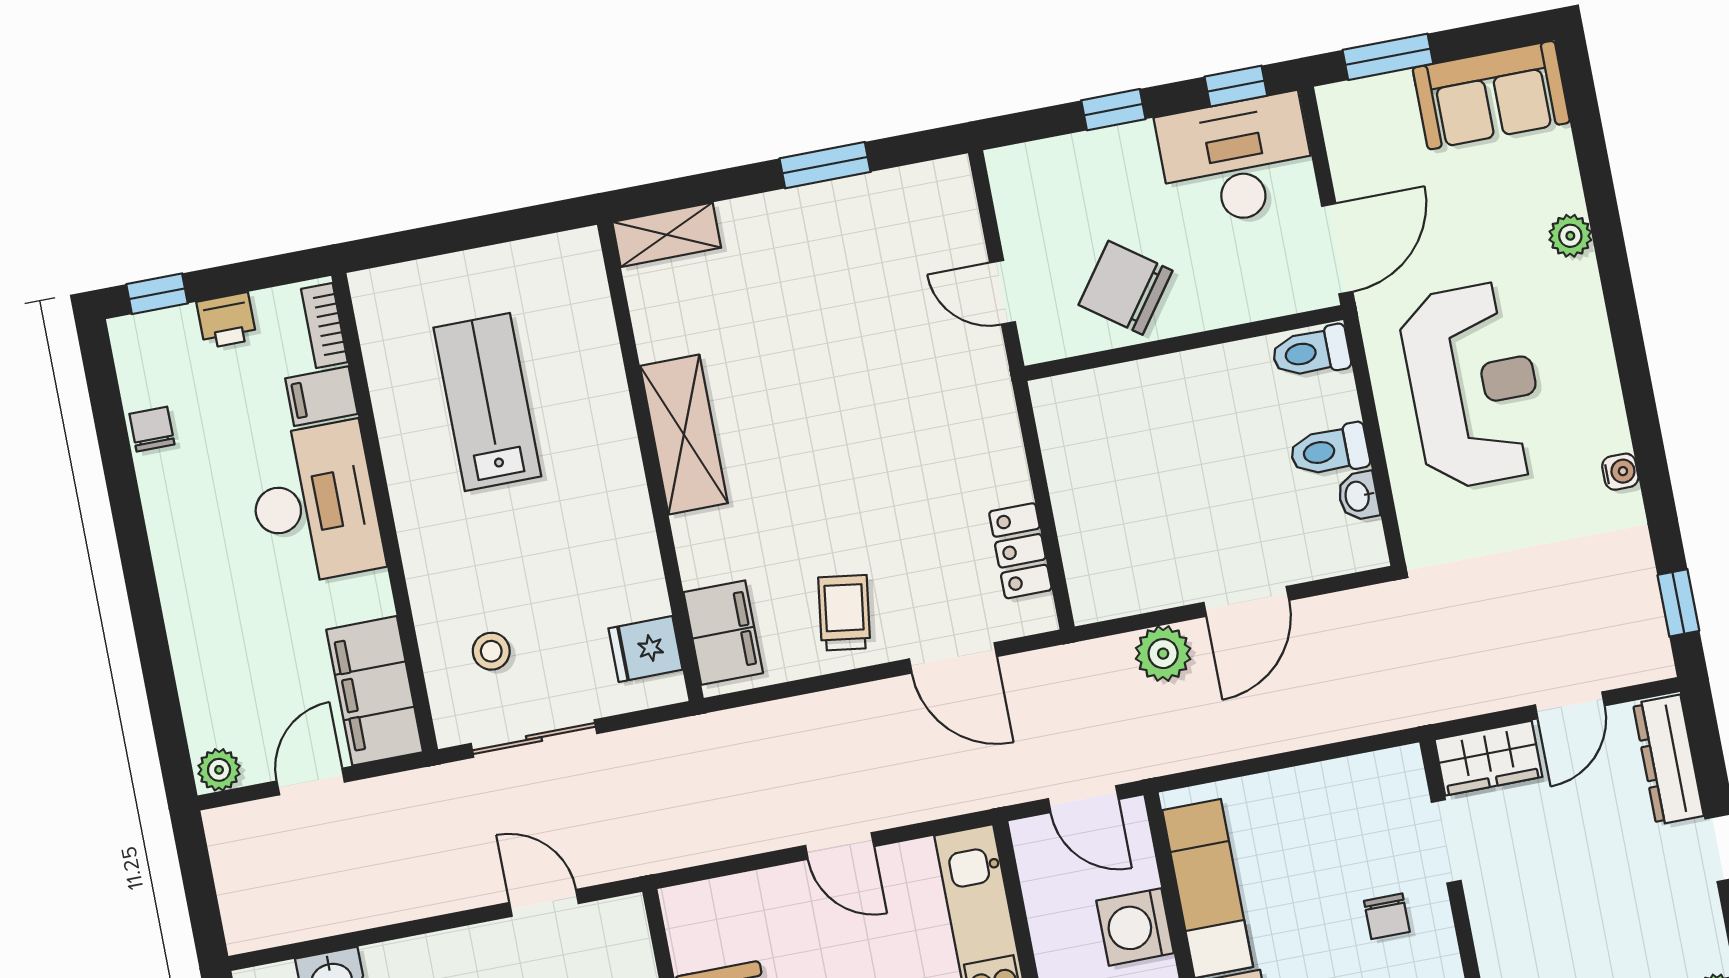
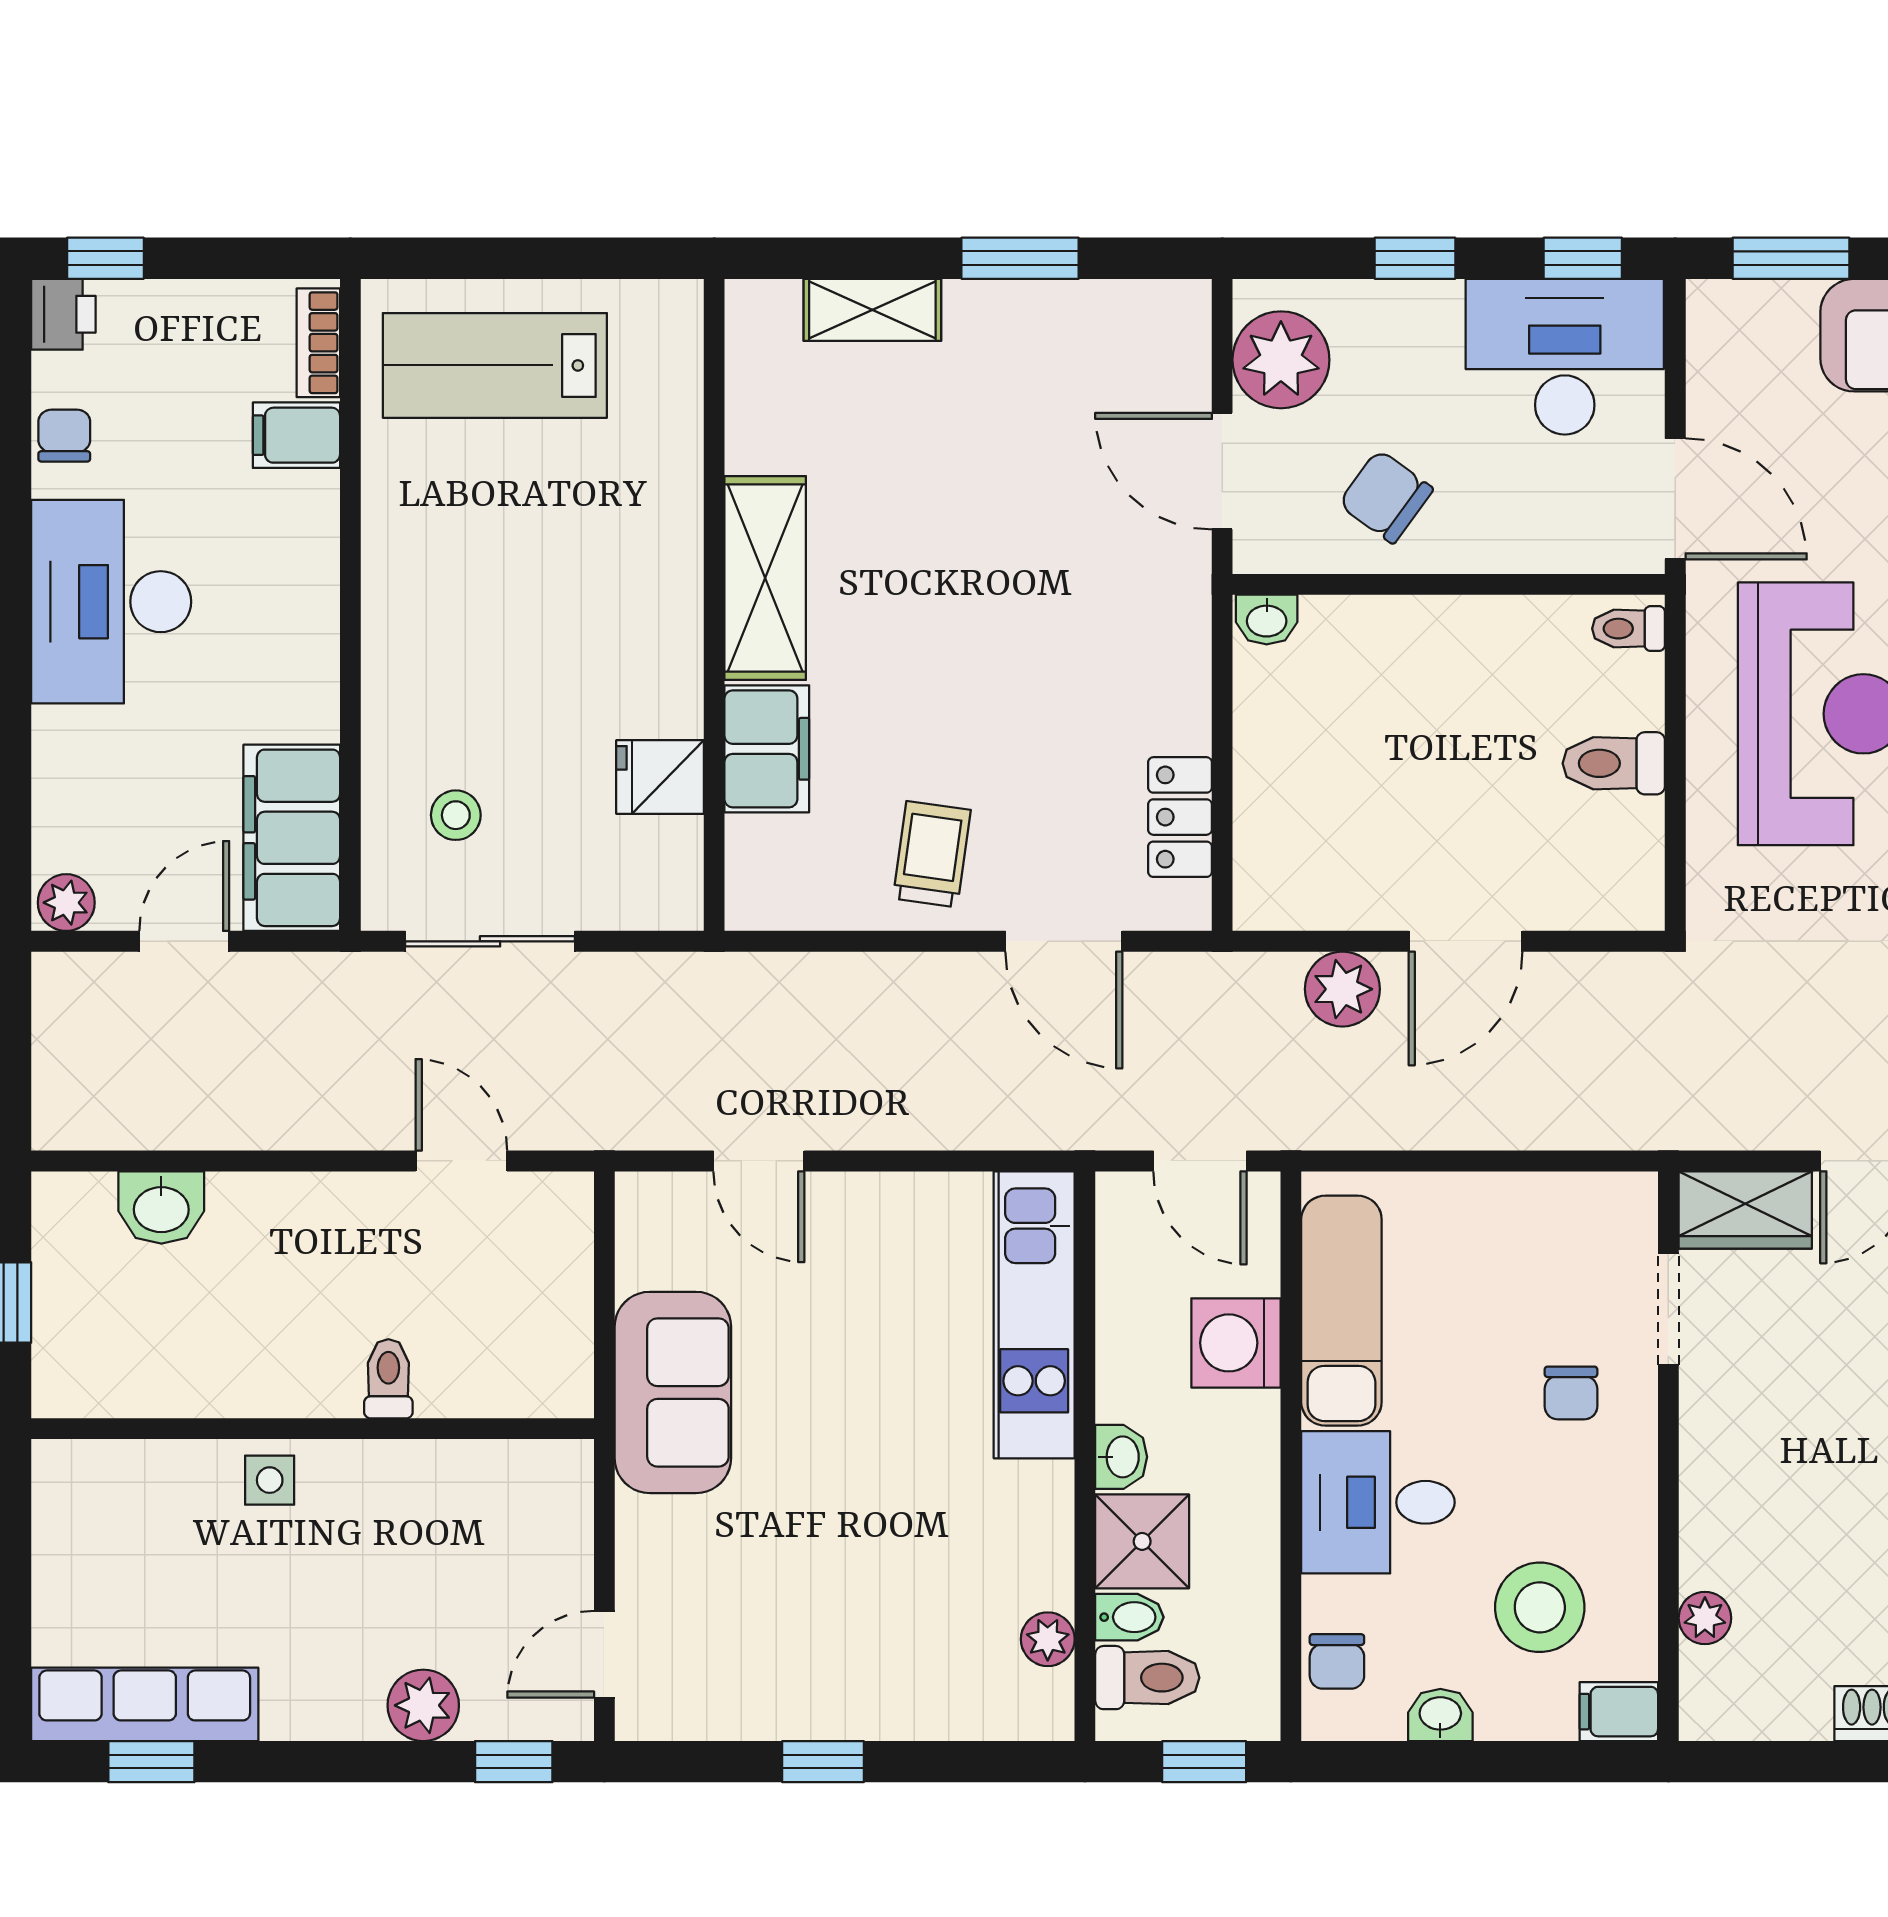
plant: (1030, 203) -> (1281, 360), added
shelving: (667, 235) -> (872, 310), moved
door: (1337, 249) -> (1675, 499), hinge flipped
chair: (1126, 288) -> (1386, 497), width x0.73, depth x0.73
door: (1002, 292) -> (1222, 471), width x1.38
printer: (227, 320) -> (63, 314), moved, turned -90
toilet: (1311, 352) -> (1628, 629), width x0.73, depth x0.72
lab bench: (487, 402) -> (495, 365), moved, turned -90
washbasin: (1358, 496) -> (1267, 620), moved, turned -90
desk: (315, 504) -> (111, 602), moved, turned 180
filing cabinet: (723, 633) -> (767, 749), moved
fridge: (645, 649) -> (660, 777), moved
door: (840, 846) -> (759, 1161), moved

